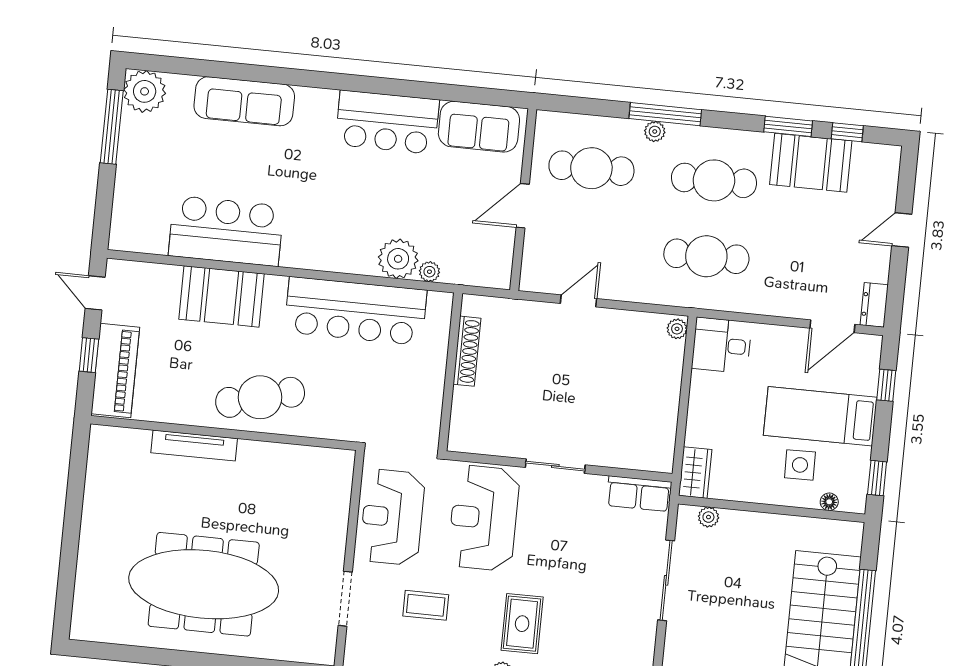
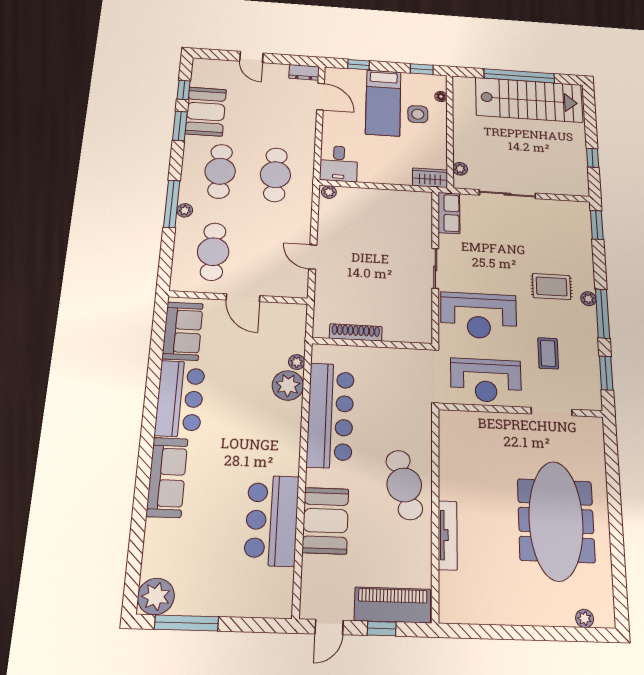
sofa: (244, 101) -> (167, 477), moved
plant: (83, 603) -> (585, 618), added

